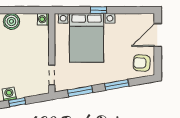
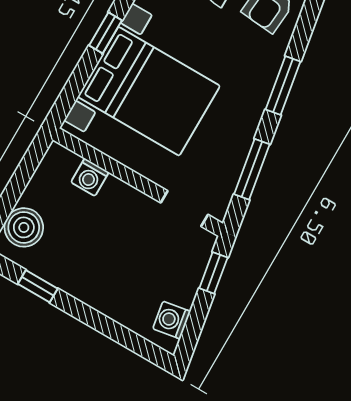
washing machine: (43, 19) -> (90, 177), moved
window: (17, 102) -> (213, 273), moved

